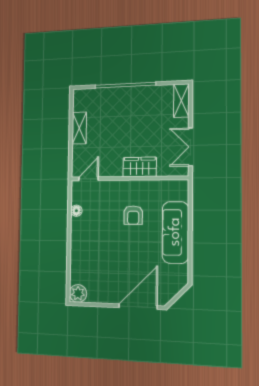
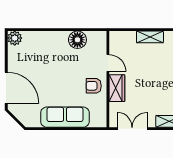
door: (89, 179) -> (108, 63), moved
floor lamp: (76, 211) -> (77, 40), width x1.89, depth x1.89
armchair: (133, 215) -> (94, 86), moved

